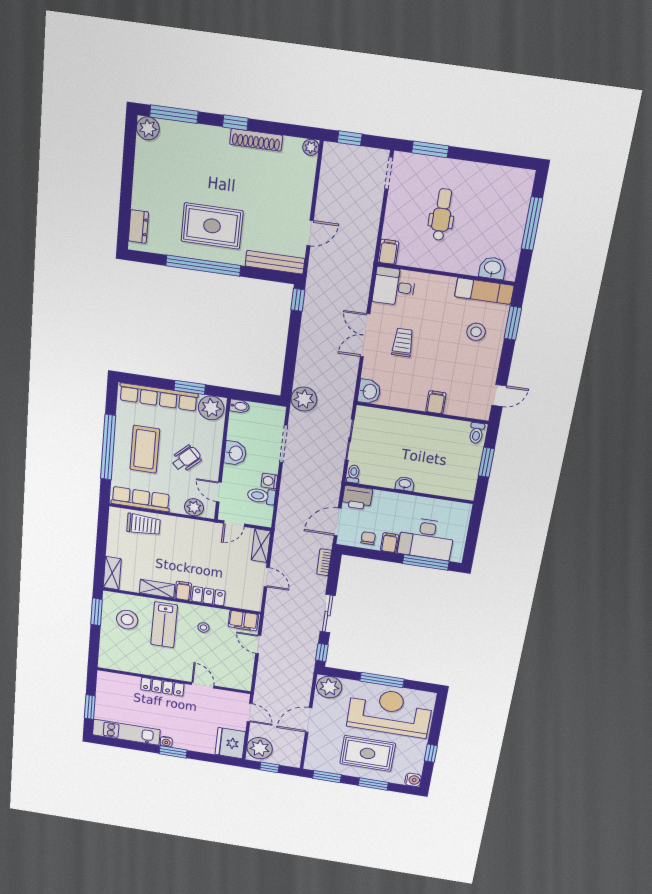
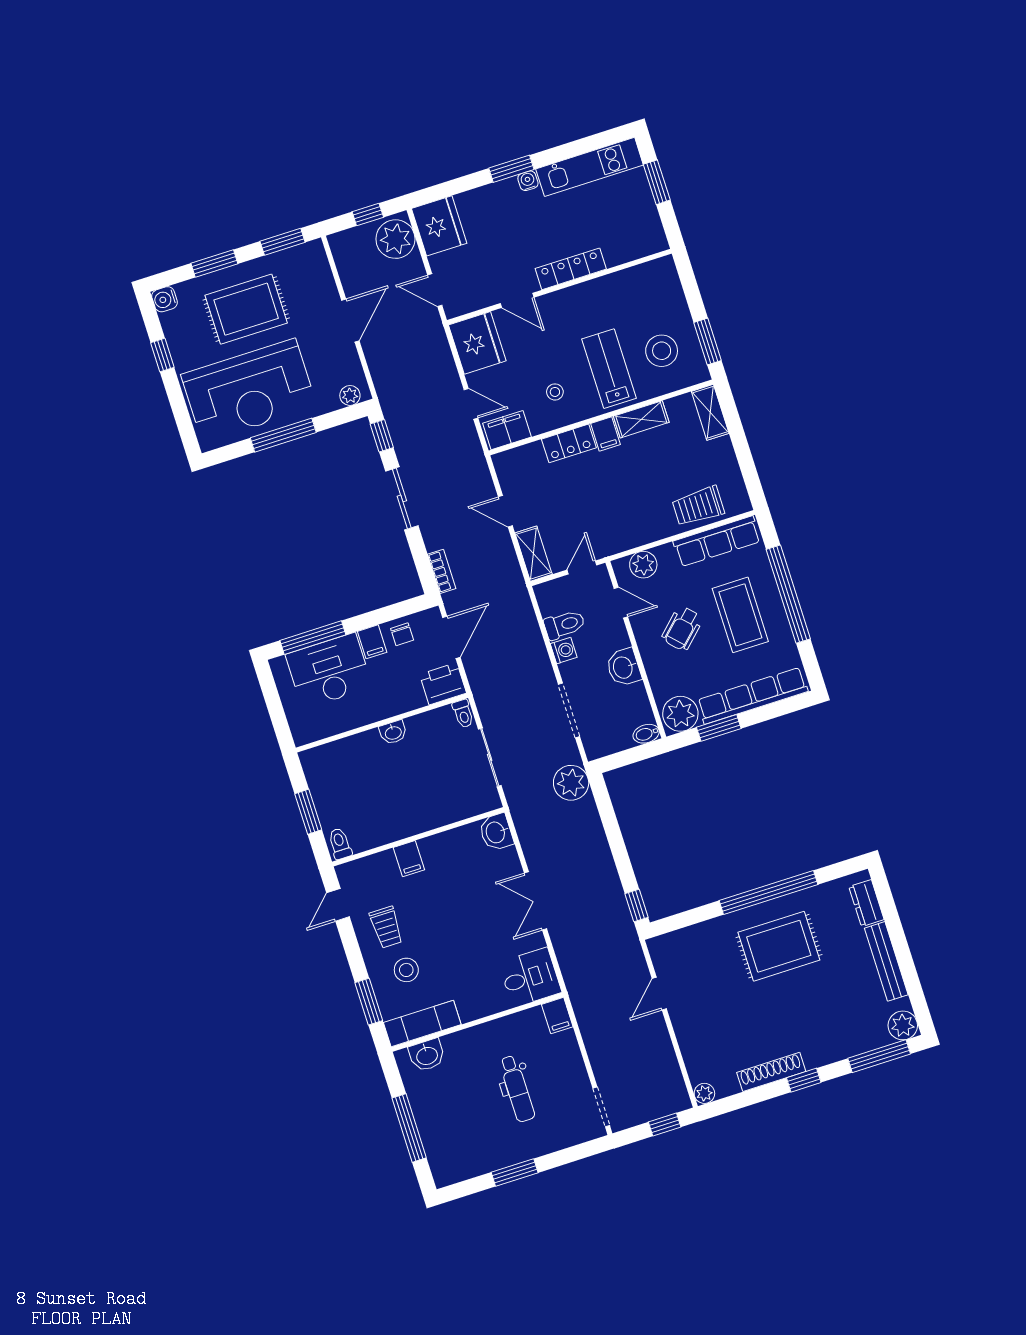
window: (430, 149) -> (515, 1172), moved
bench: (275, 262) -> (886, 961), moved, turned 90
double door: (365, 335) -> (536, 901), swing flipped
trolley: (403, 343) -> (386, 927), moved
fridge: (238, 674) -> (477, 343), added
plant: (329, 687) -> (350, 395), width x0.53, depth x0.53

